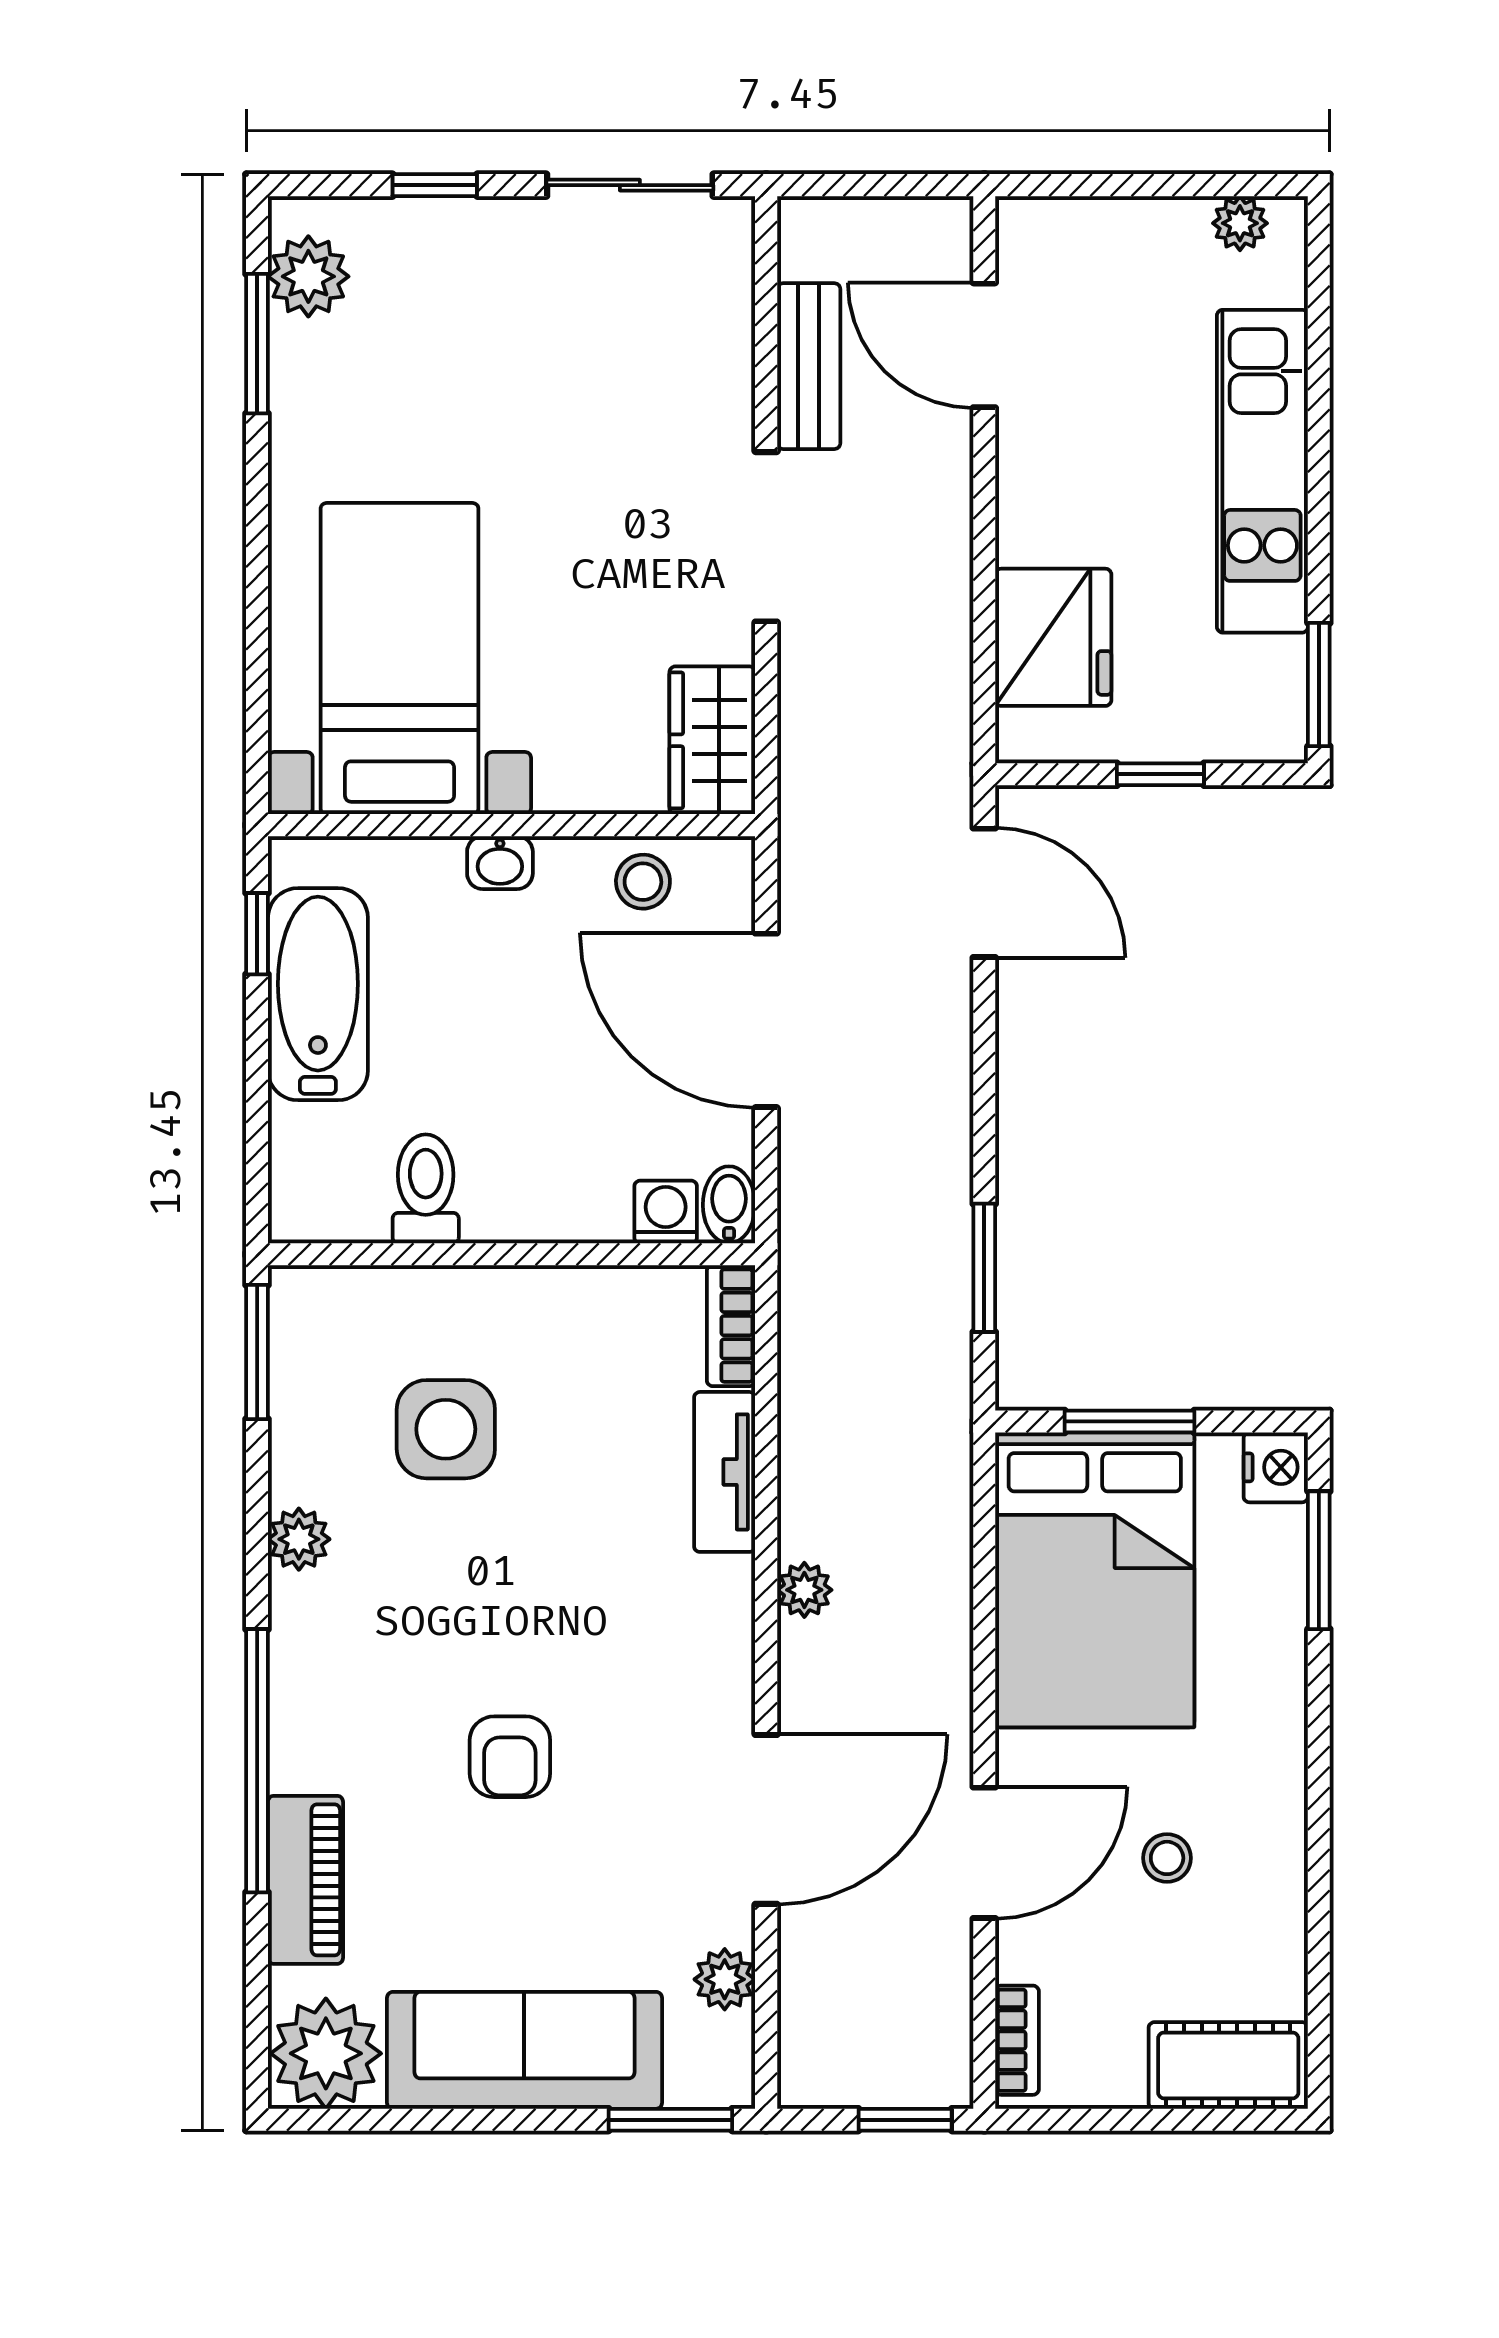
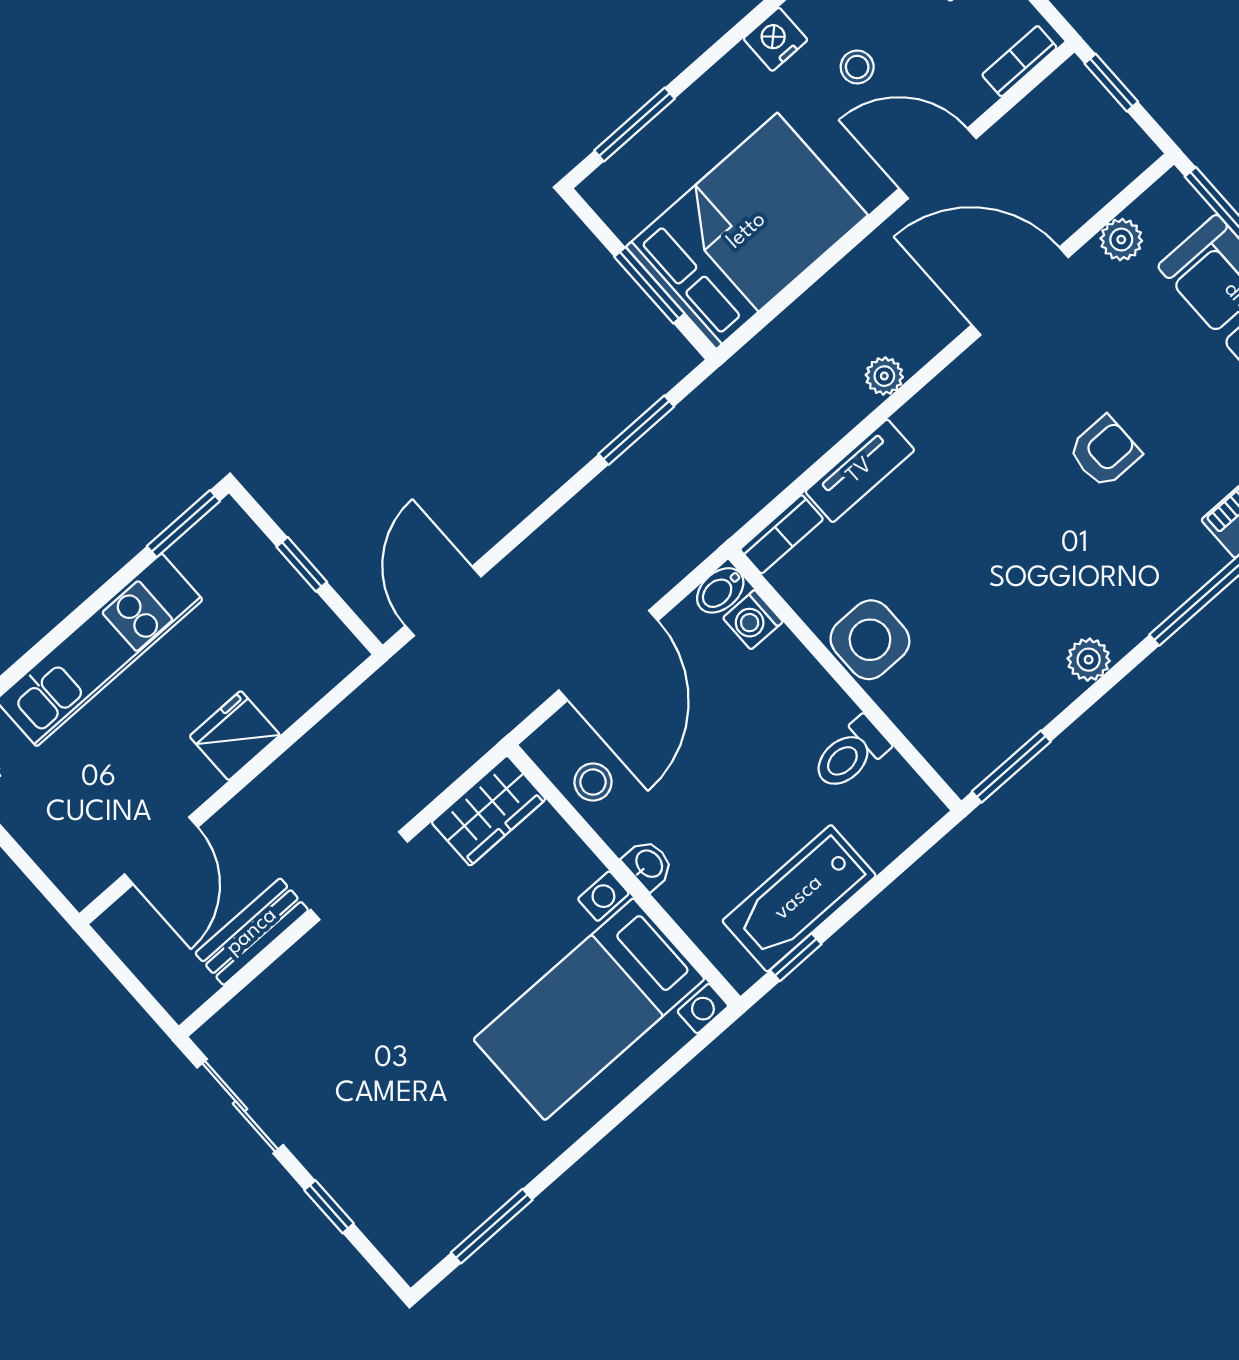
plant: (308, 276) -> (434, 1230), removed
fridge: (1053, 637) -> (235, 736), moved, width x0.73, depth x0.75
side table: (446, 1429) -> (870, 640), moved
nightstand: (1276, 1467) -> (775, 39), moved

